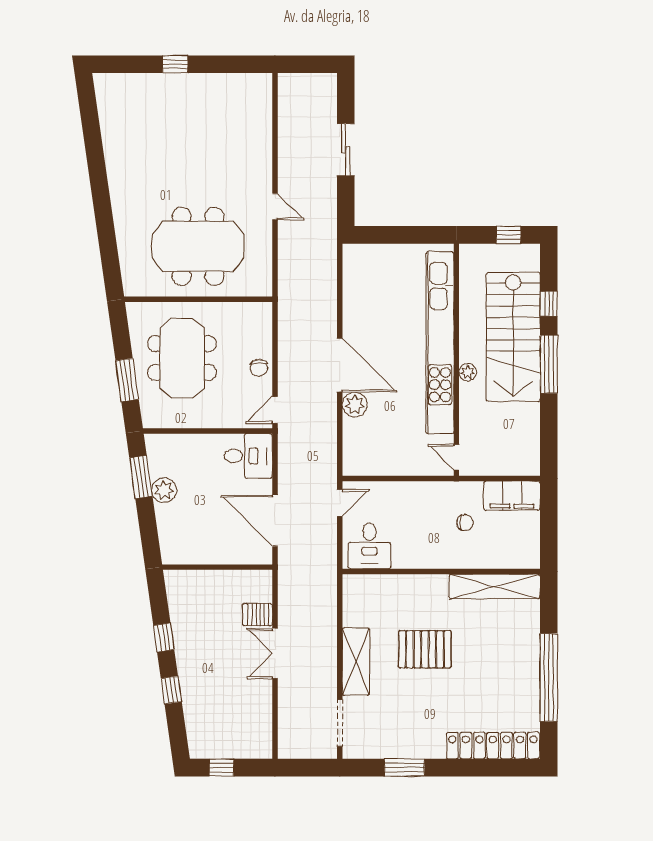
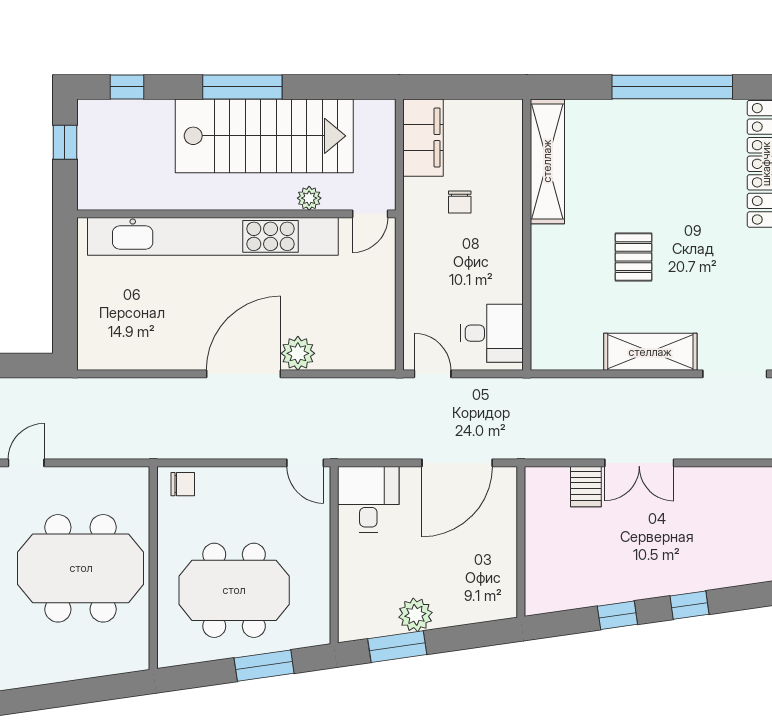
meeting table: (198, 246) -> (81, 568), turned 90
window: (549, 304) -> (127, 87), moved
stairs: (513, 337) -> (264, 136), moved
chair: (259, 368) -> (183, 484), moved
plant: (468, 372) -> (309, 198), moved
chair: (465, 523) -> (460, 202), turned 180
pallet: (425, 649) -> (634, 257), width x0.67, depth x0.71

